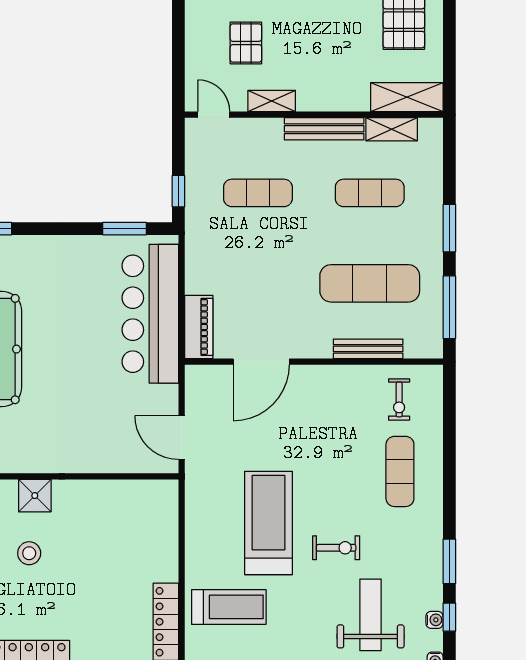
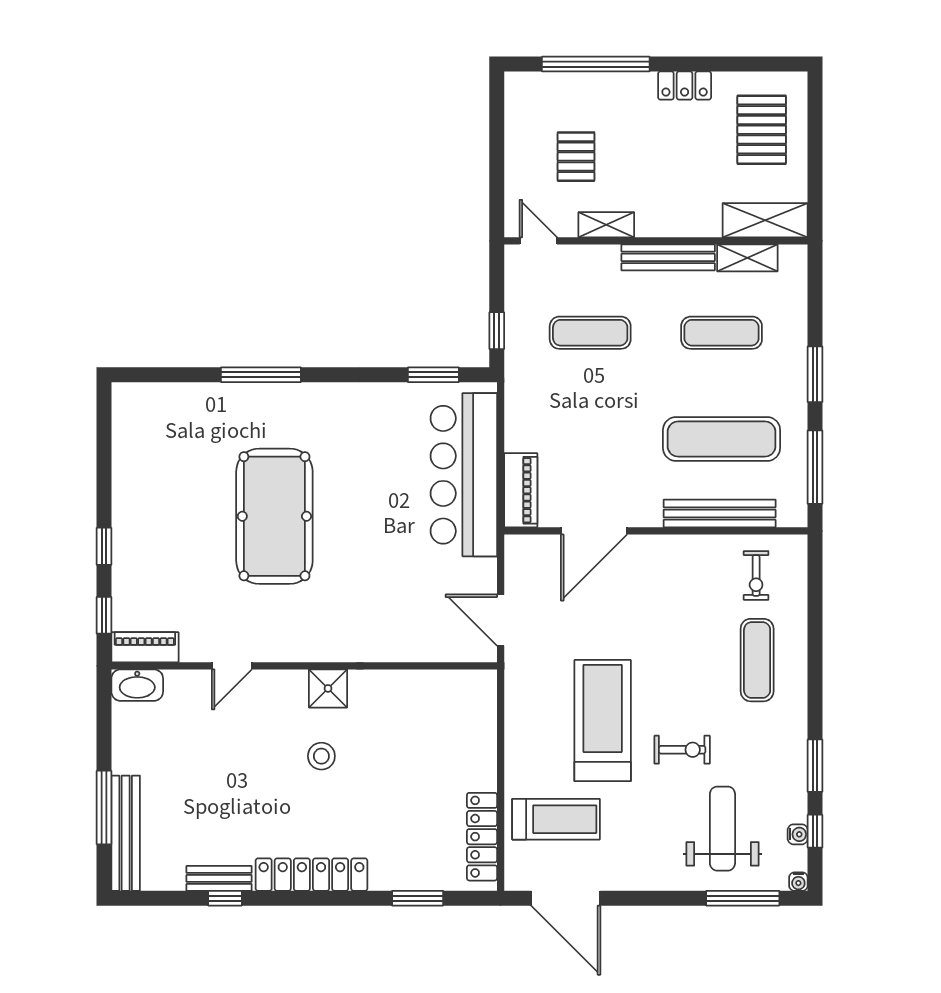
bench: (368, 349) -> (720, 514), width x1.37, depth x1.21

